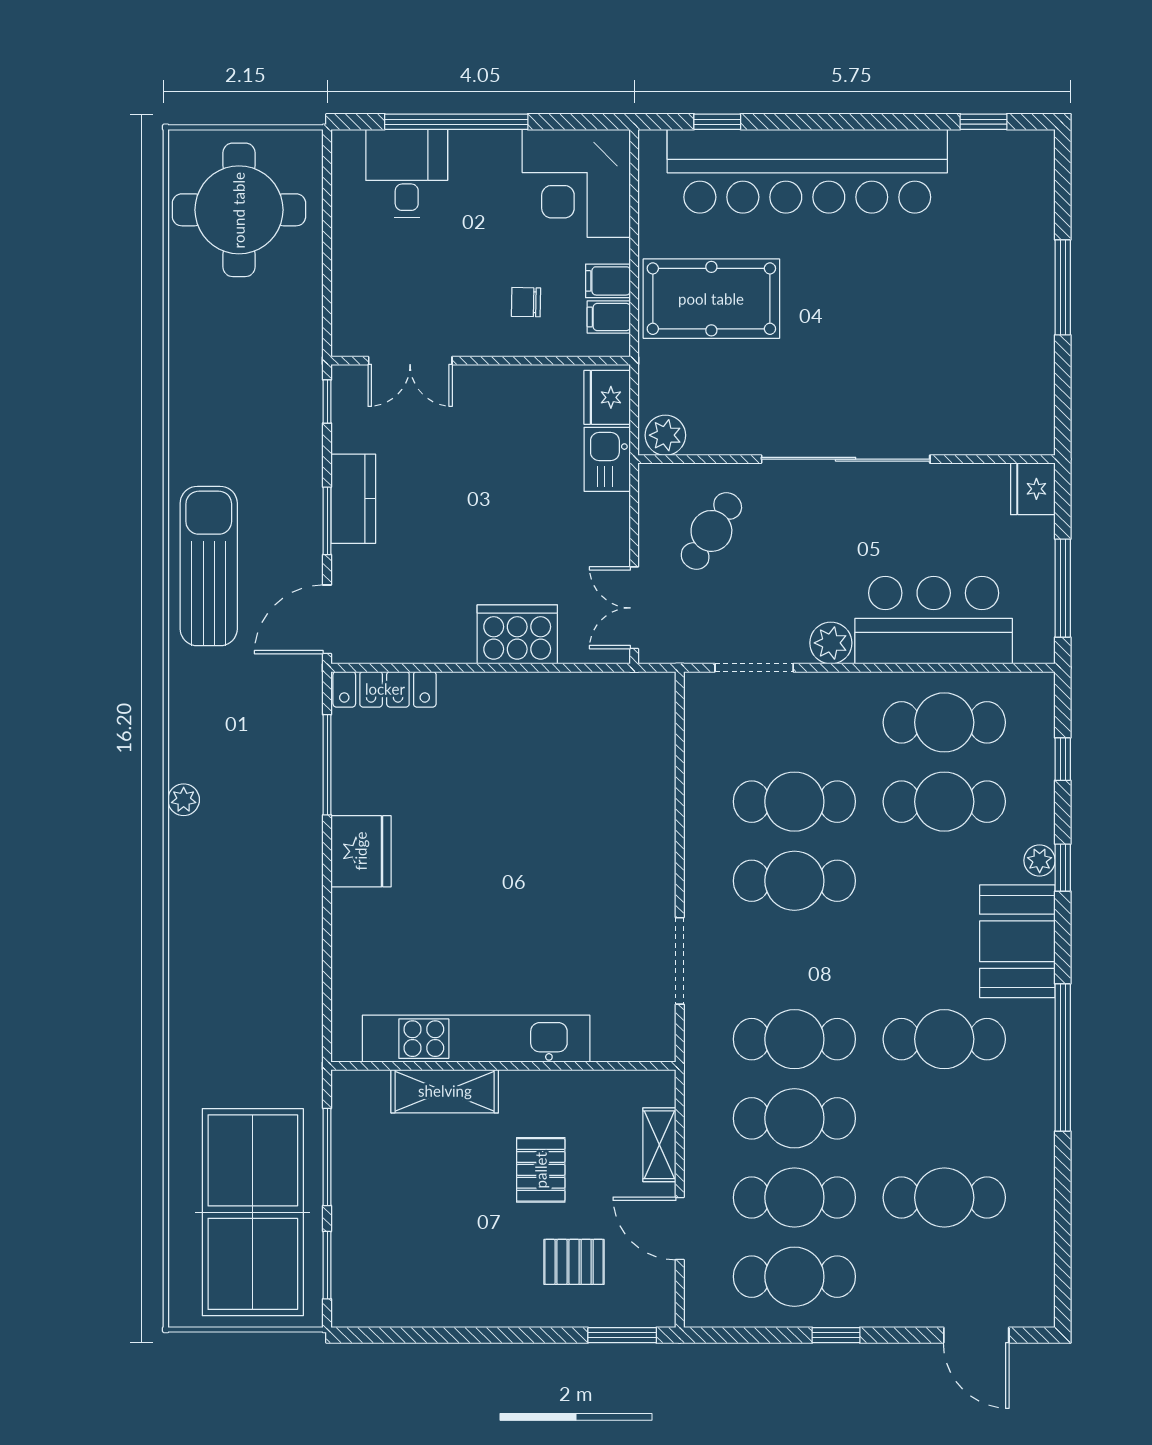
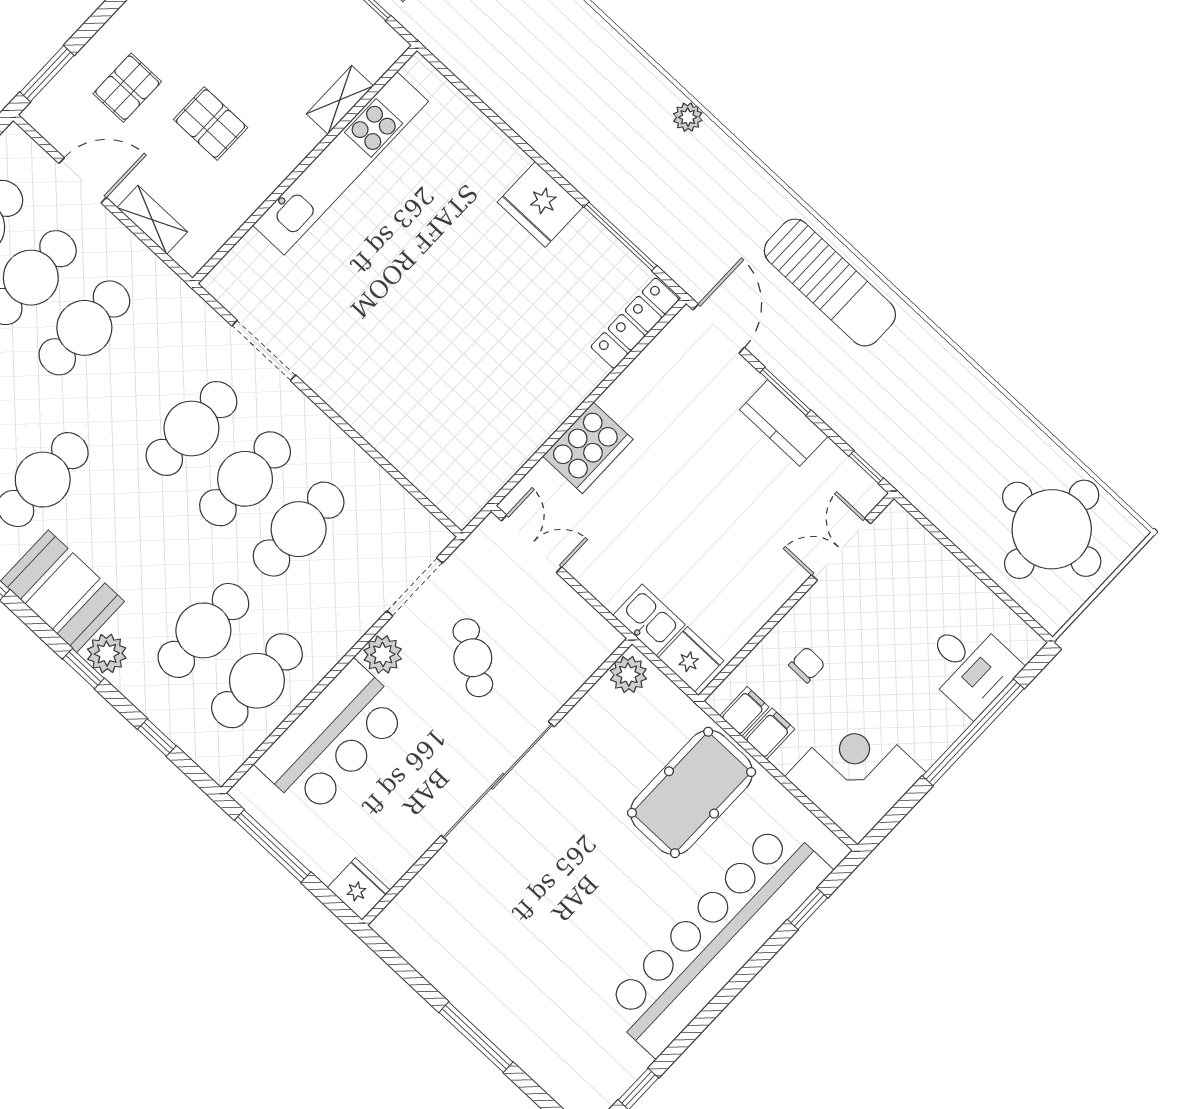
cafe table: (711, 531) -> (473, 658), moved
plant: (1040, 860) -> (107, 654), width x1.38, depth x1.38
cafe table: (794, 1039) -> (191, 428), moved
shelving: (445, 1091) -> (340, 100), width x0.67, depth x0.75

